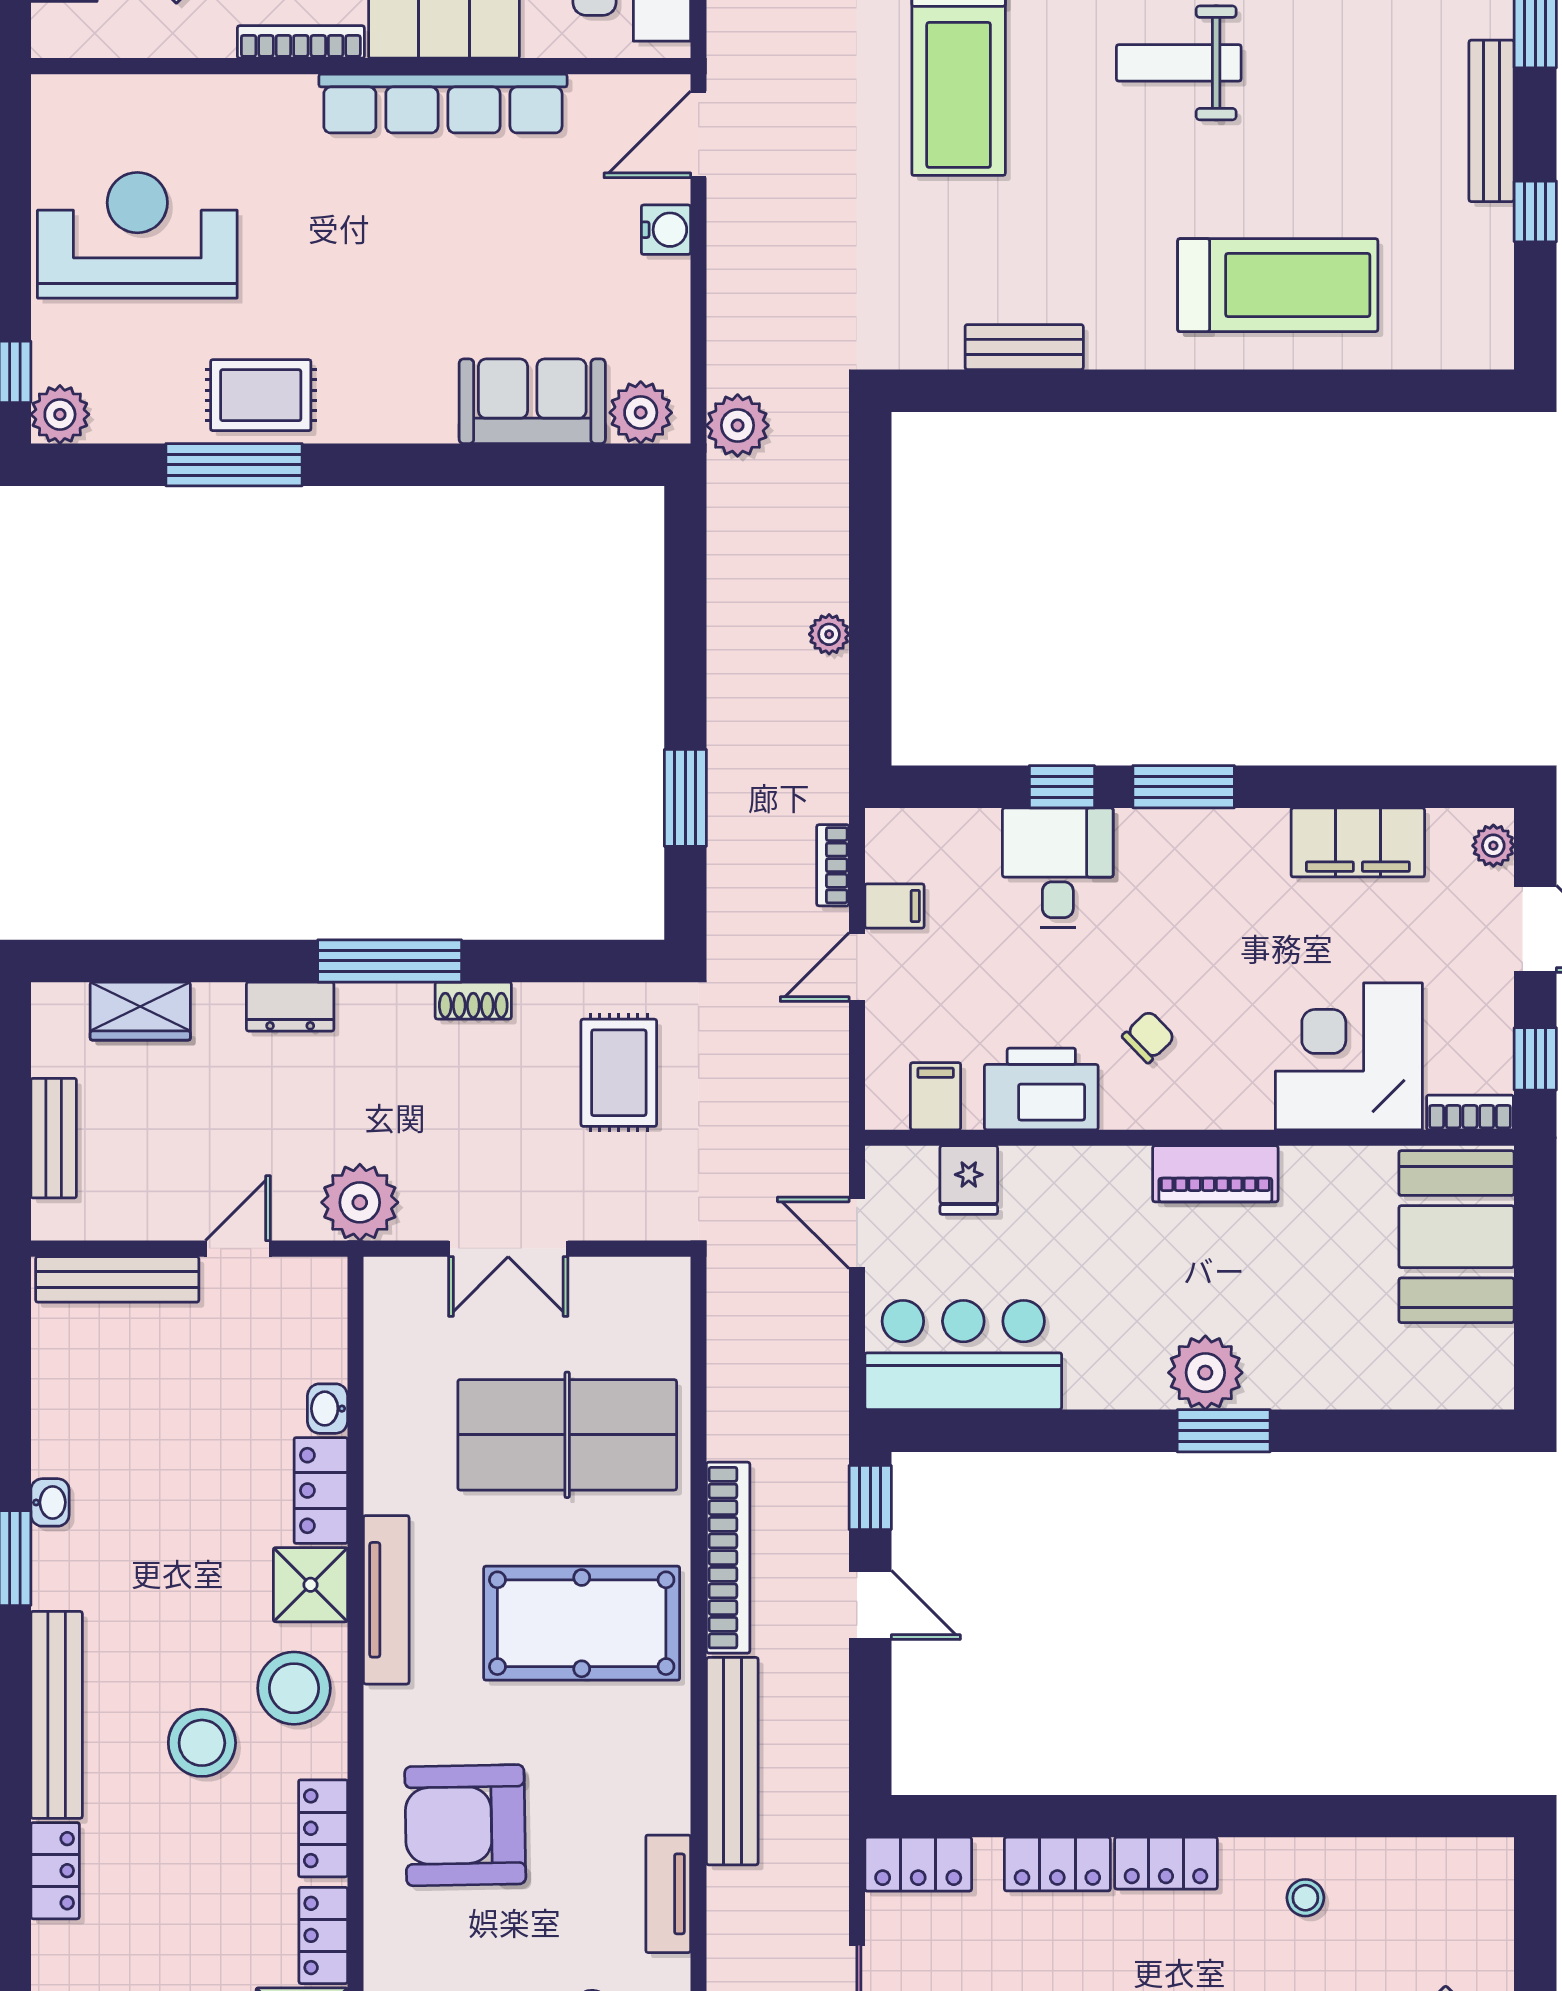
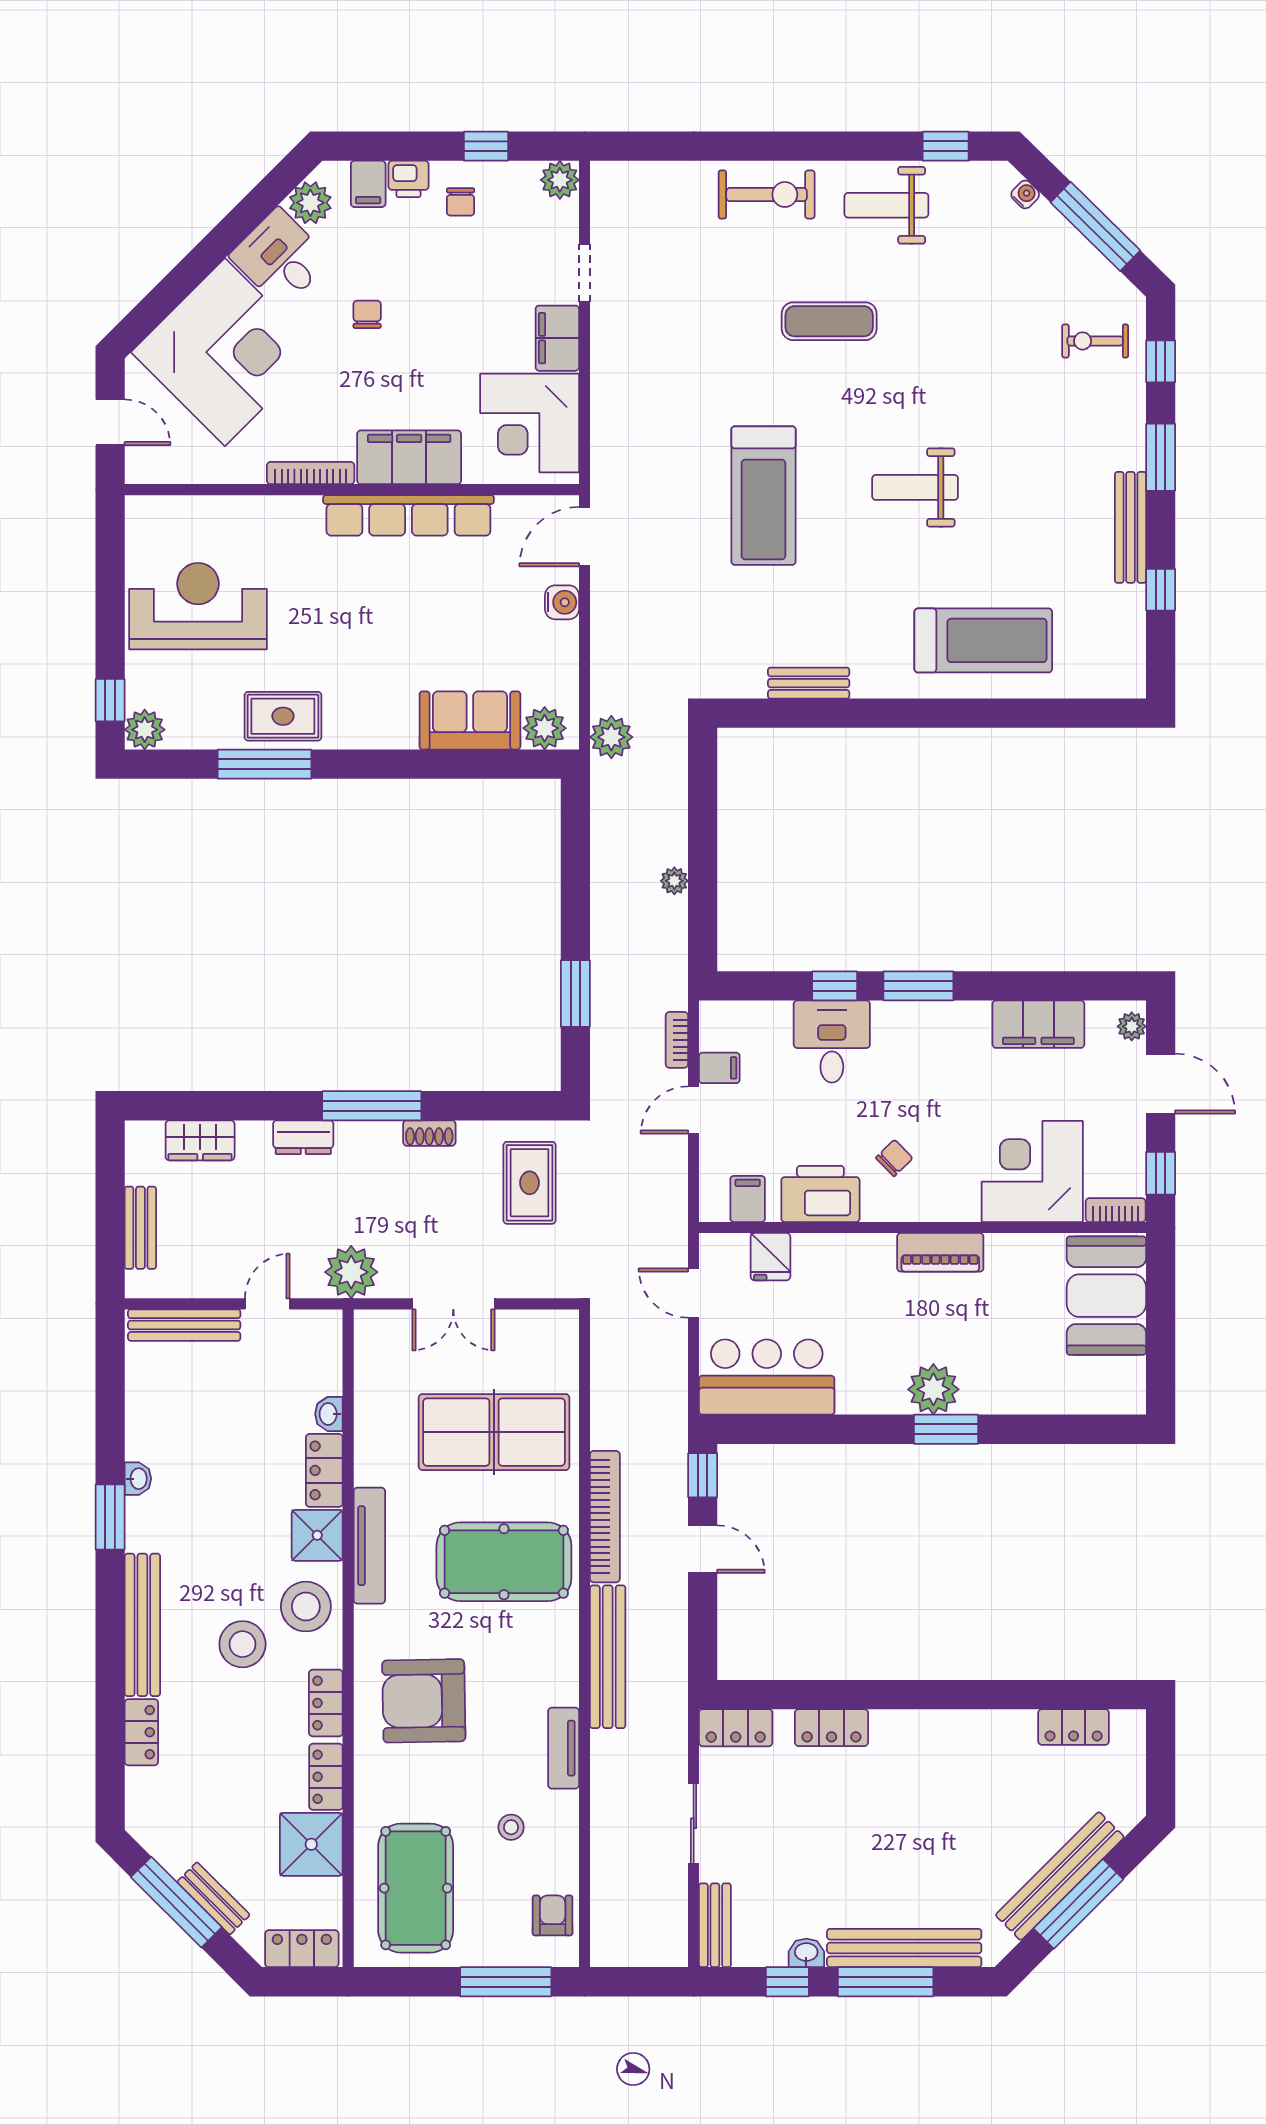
locker: (1166, 1863) -> (1074, 1727), moved
stool: (1305, 1898) -> (1002, 1751), removed

